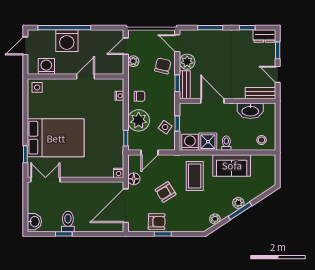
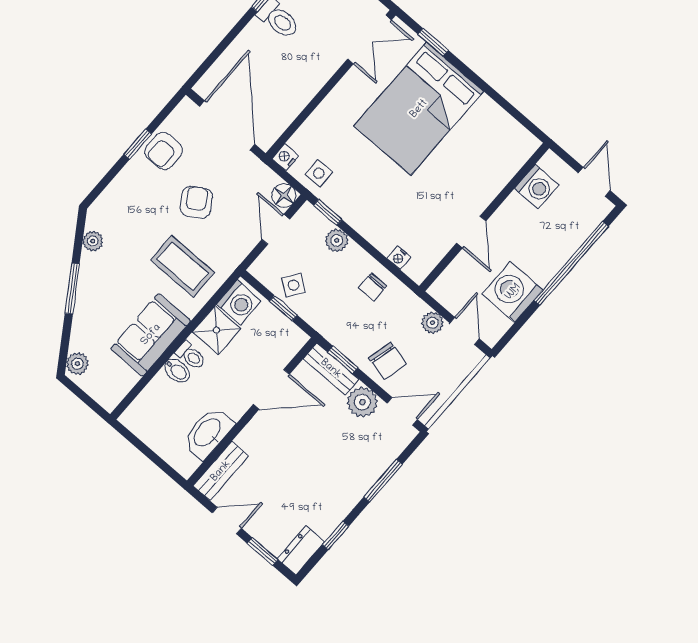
washing machine: (67, 41) -> (513, 292), moved
side table: (37, 87) -> (319, 173), moved
plant: (139, 120) -> (337, 240), width x0.53, depth x0.53
stool: (262, 140) -> (150, 412), removed
bidet: (237, 143) -> (177, 371), added
floor lamp: (134, 179) -> (284, 196), moved
plant: (238, 203) -> (77, 364), moved

